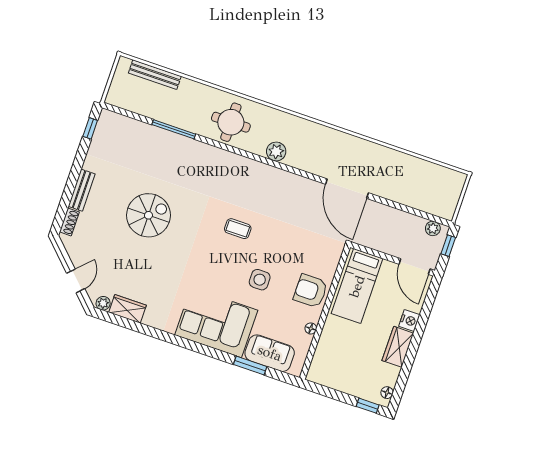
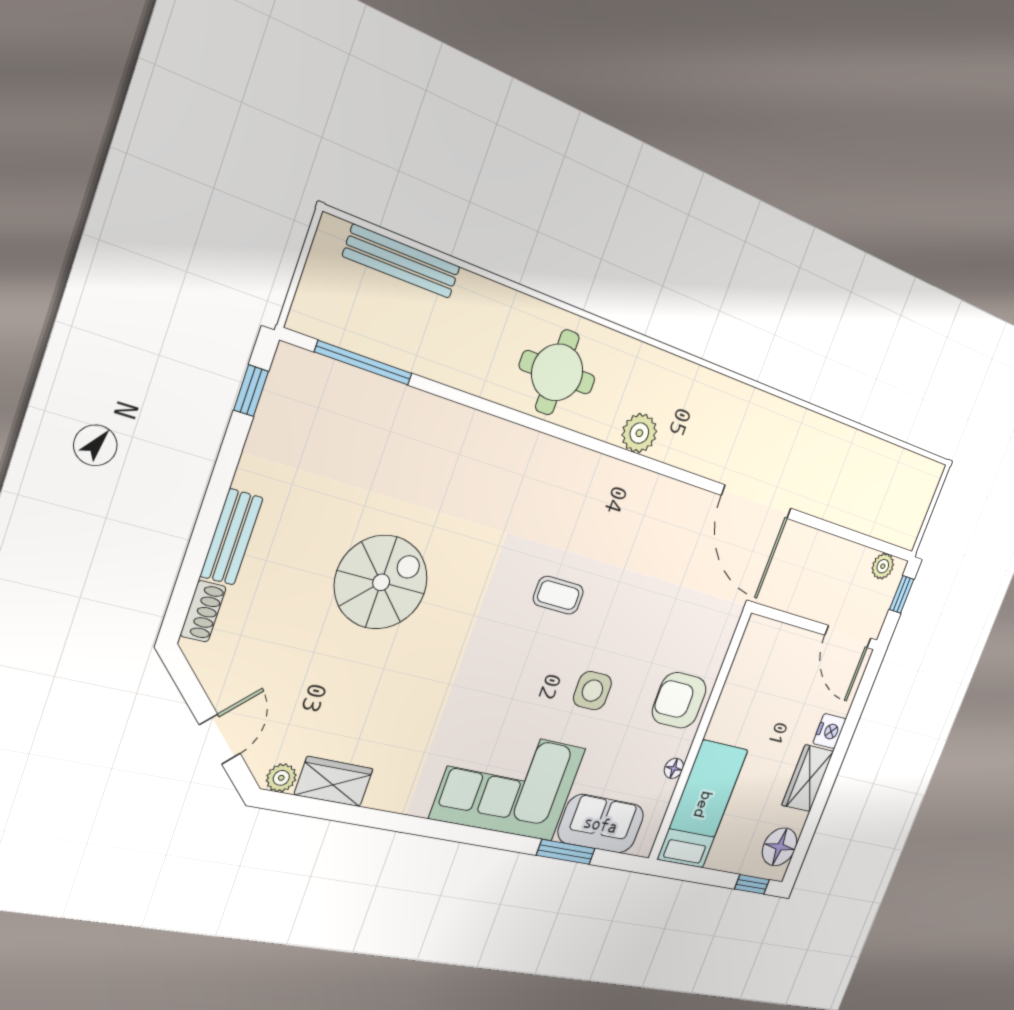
window: (174, 129) -> (364, 363), moved
bed: (357, 286) -> (703, 805), moved, turned 180
floor lamp: (387, 393) -> (780, 847), width x1.89, depth x1.89

